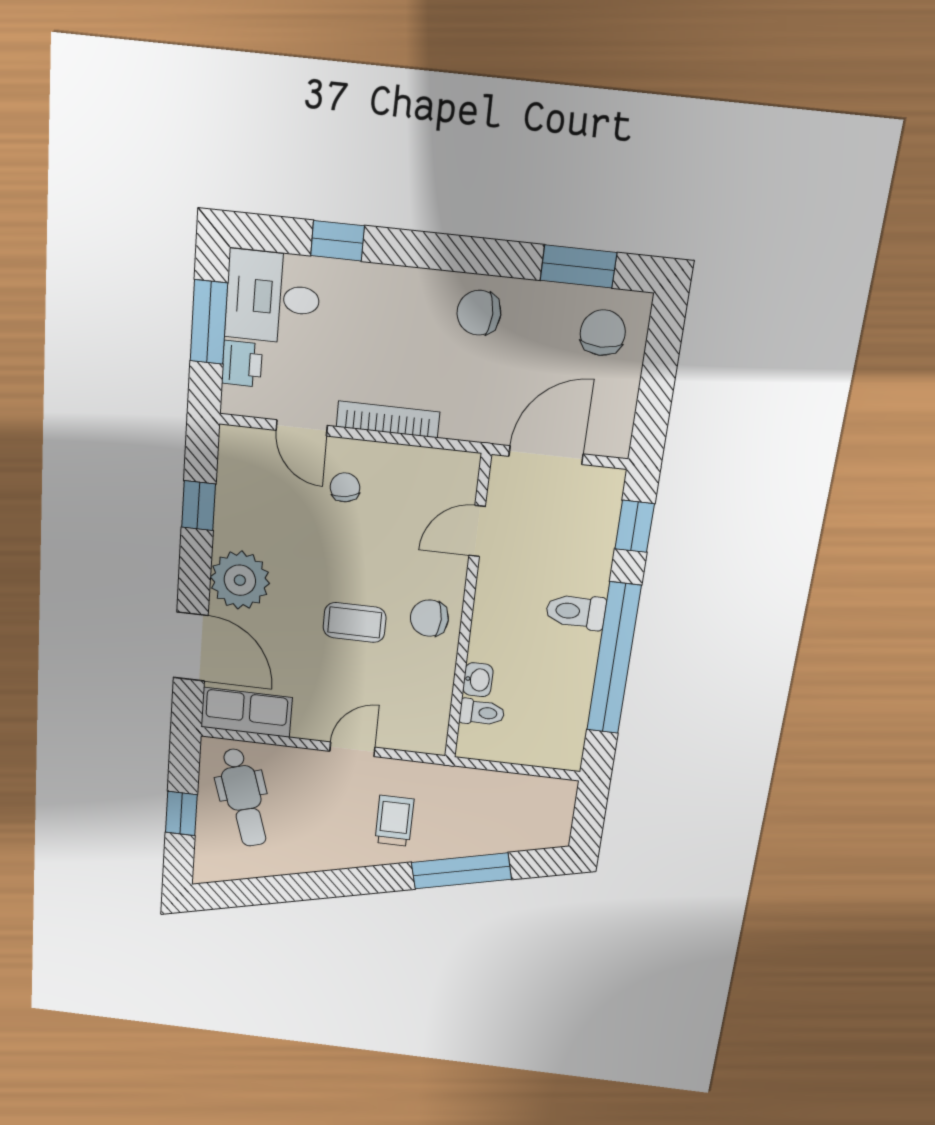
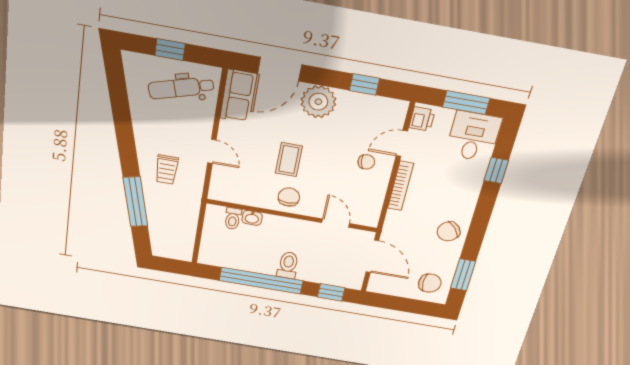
chair: (479, 313) -> (449, 231), turned -130
printer: (242, 364) -> (422, 119), moved, turned -90
trolley: (394, 821) -> (167, 170), turned 90

